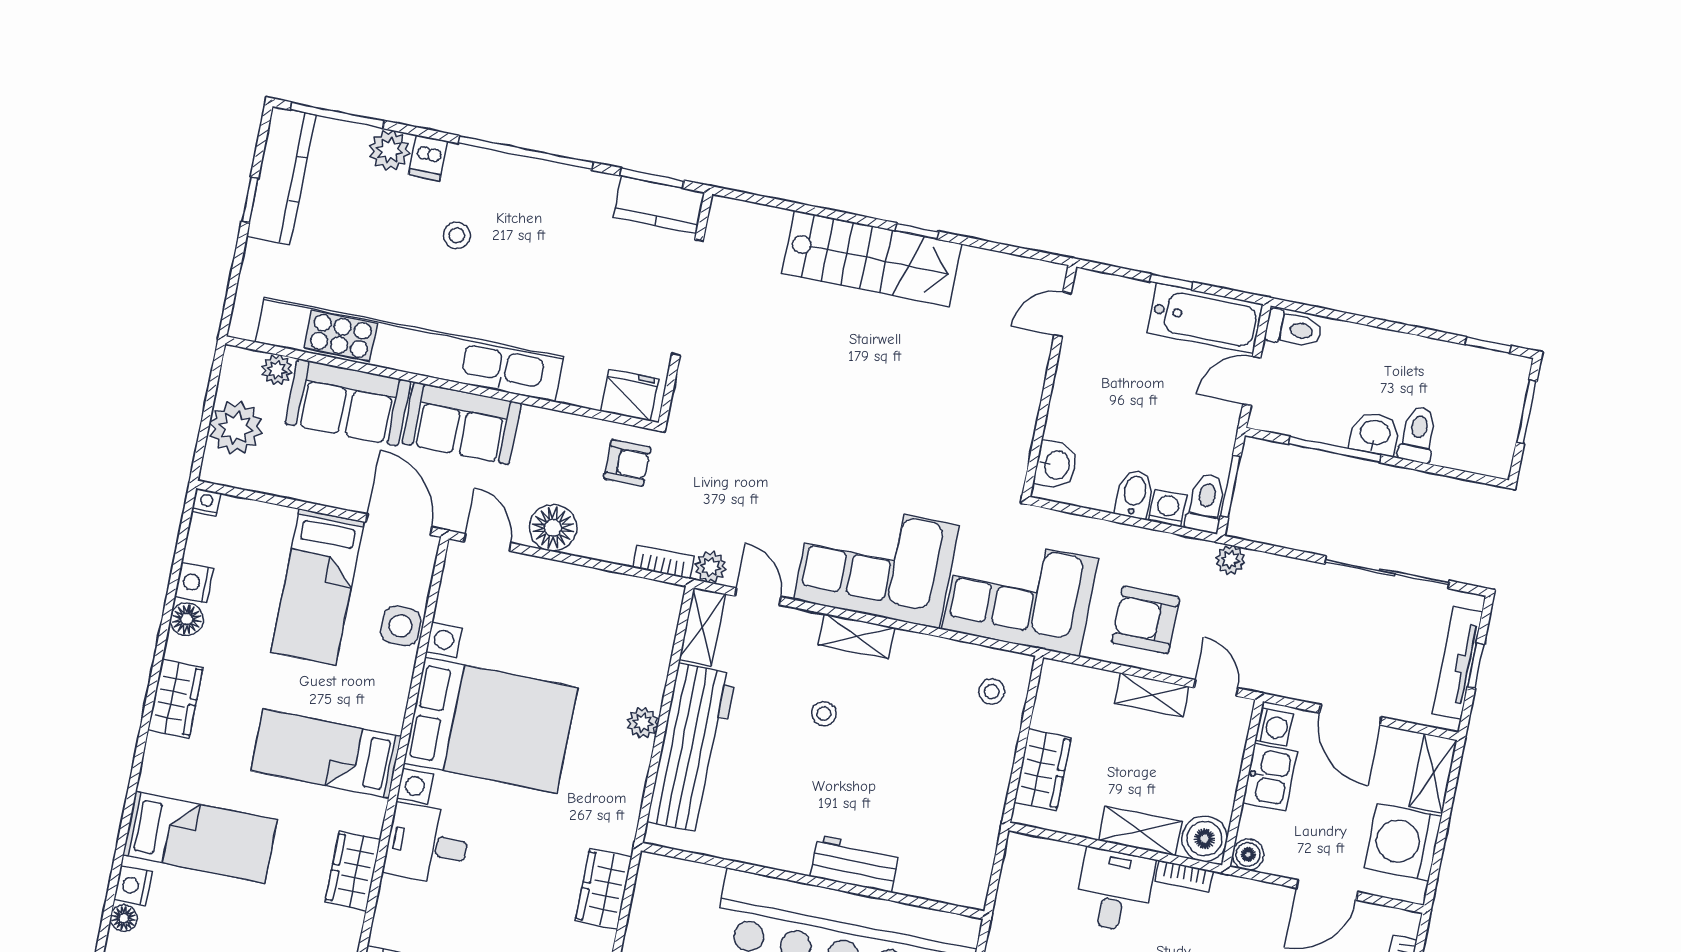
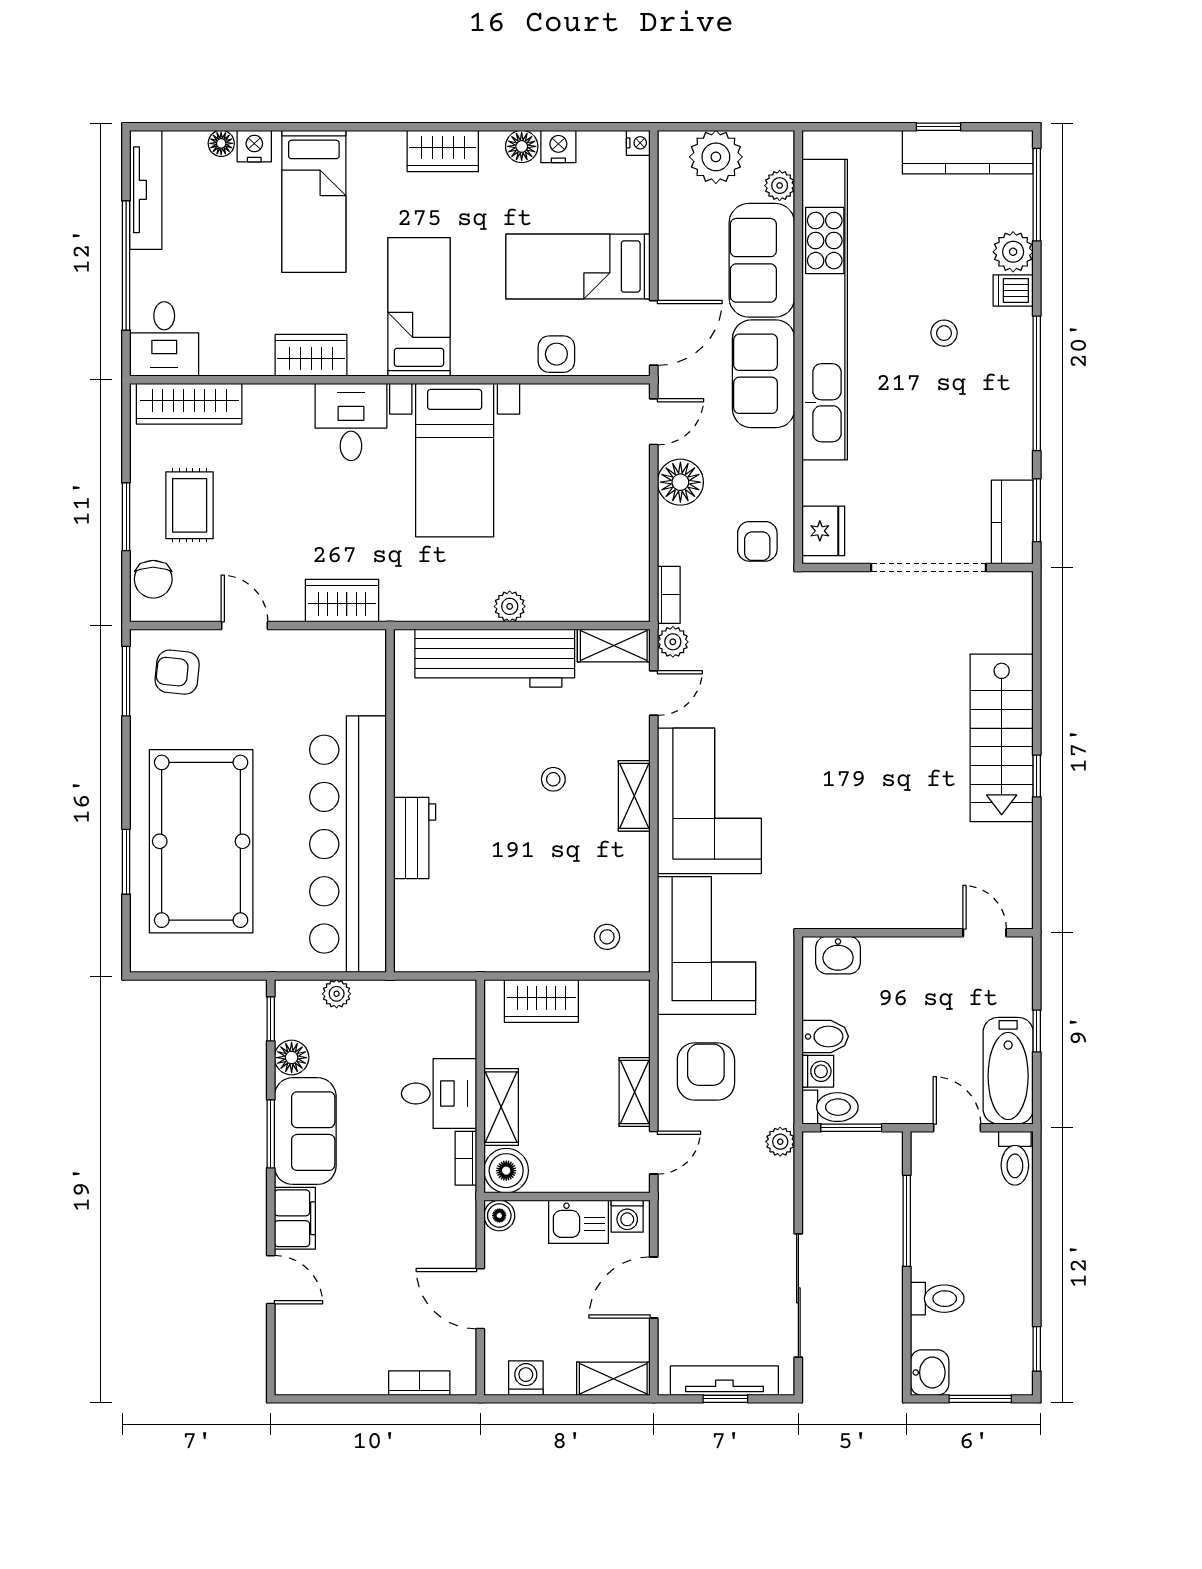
washbasin: (1375, 434) -> (930, 1373), moved
bed with nightstands: (491, 725) -> (455, 460), width x0.73
washing machine: (1403, 842) -> (526, 1378), width x0.53, depth x0.53

